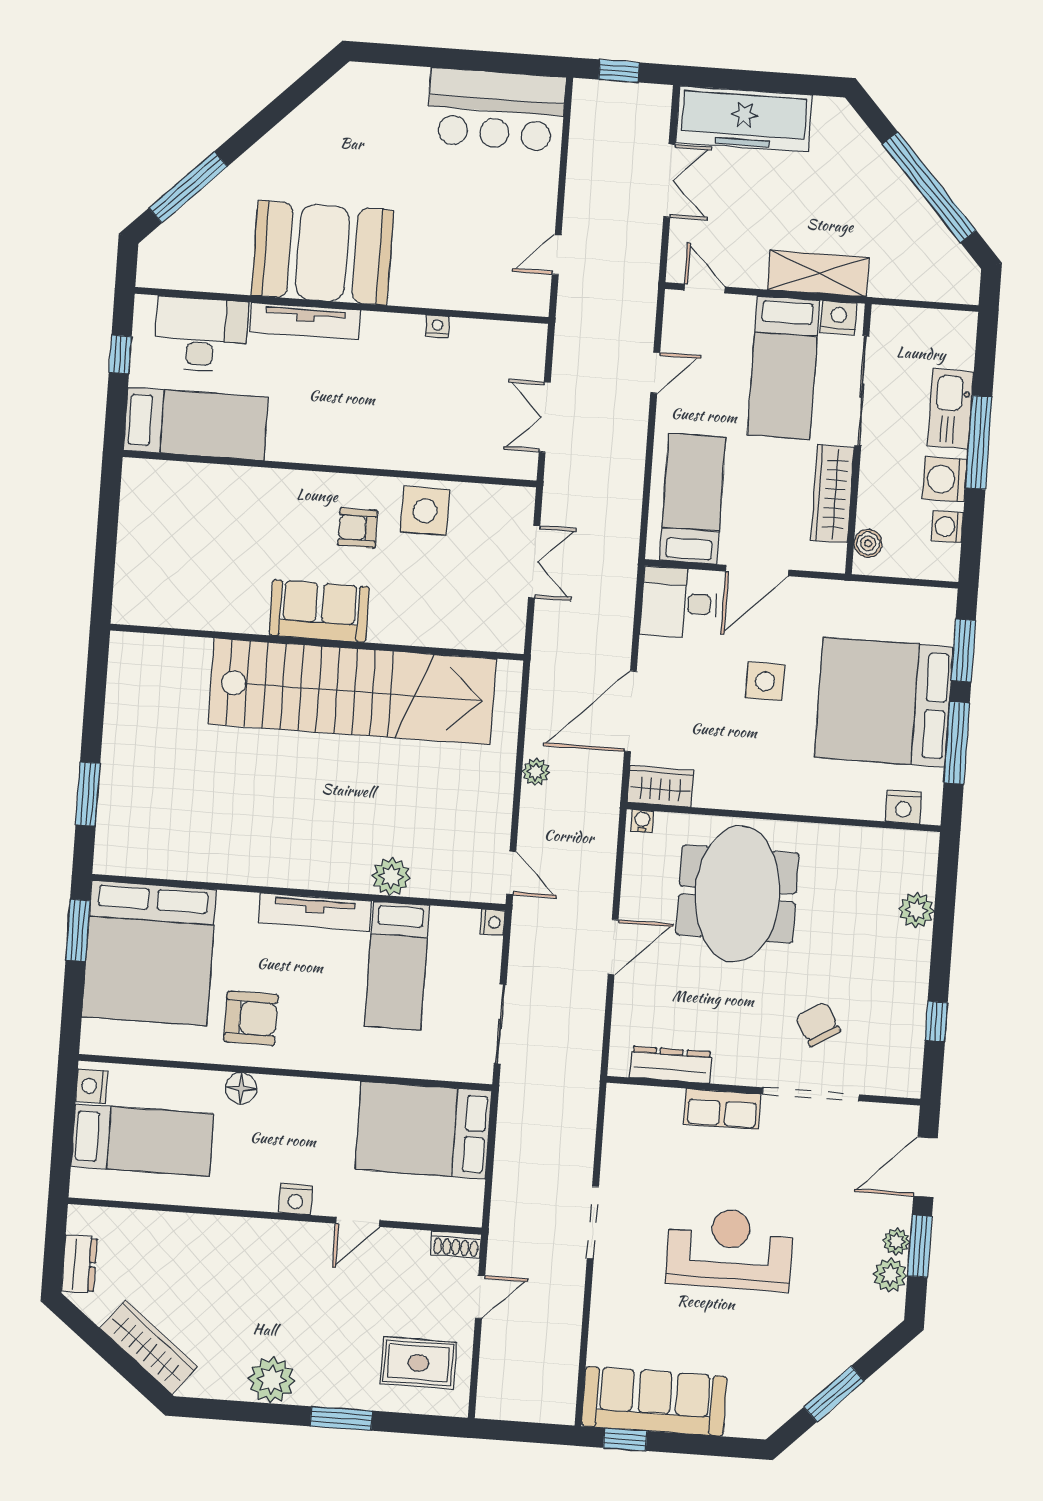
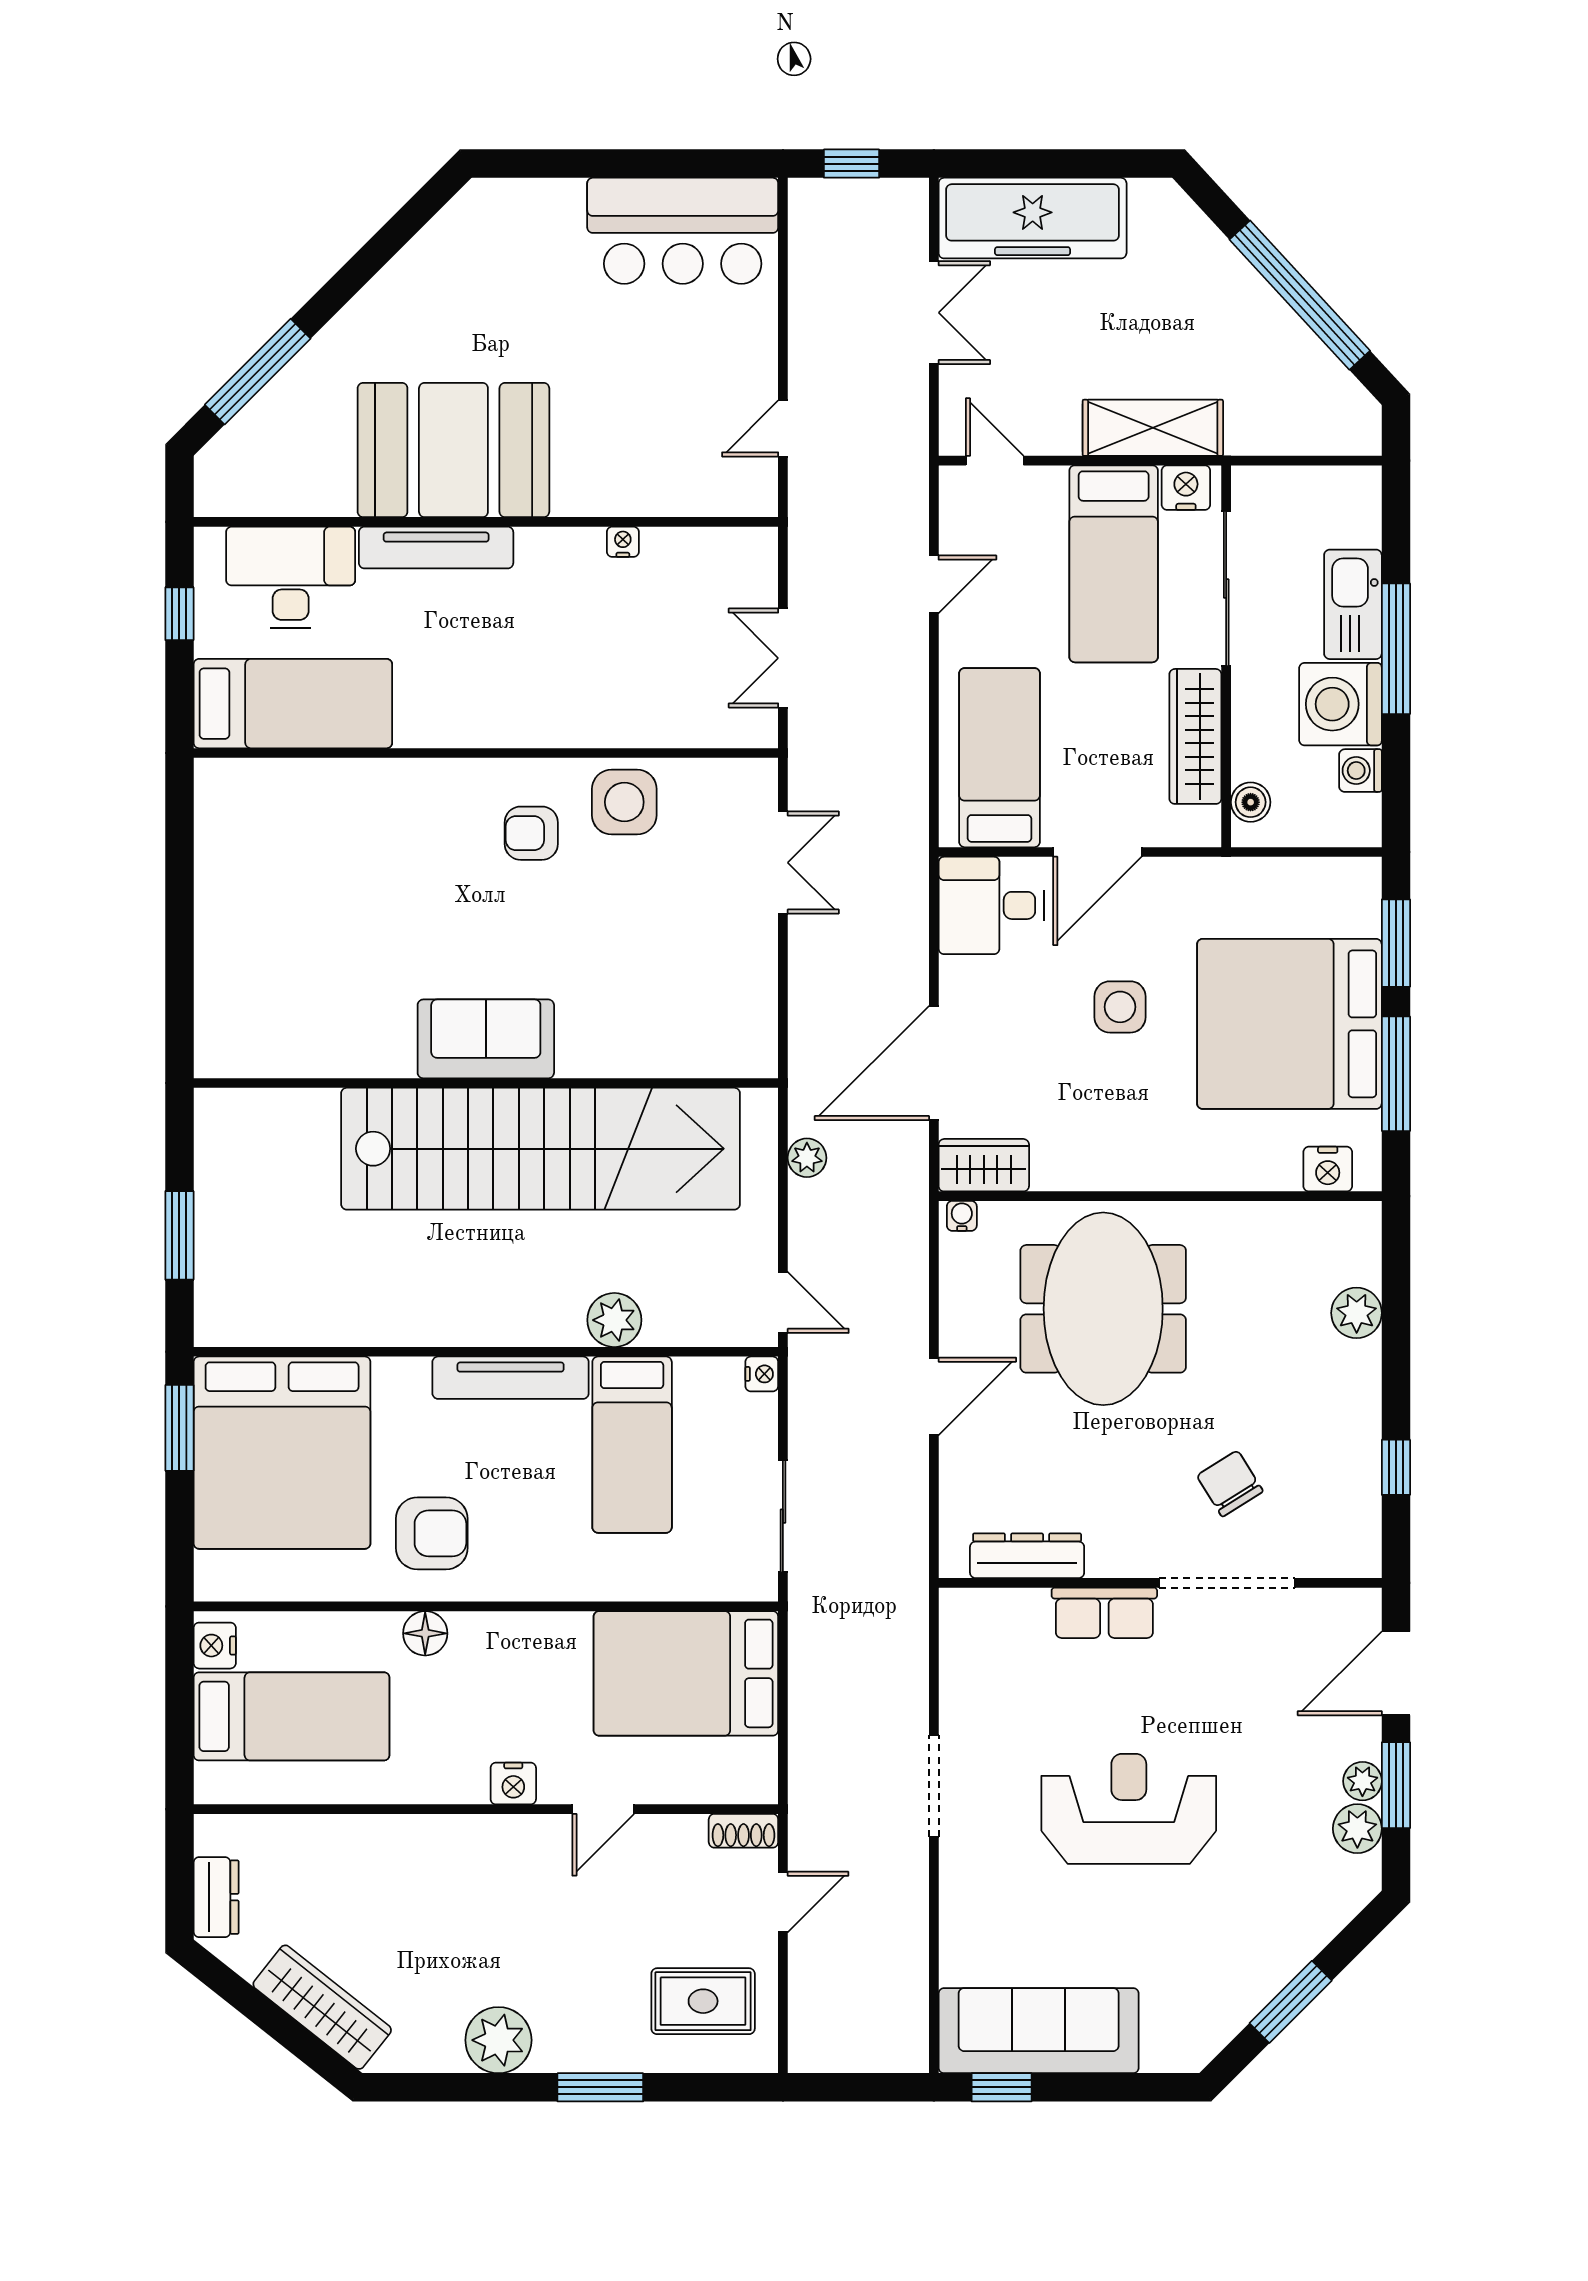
washing machine: (945, 479) -> (1340, 704), width x1.37, depth x1.37
sofa: (319, 611) -> (486, 1039), moved
wall: (317, 642) -> (486, 1083), moved
stairs: (352, 691) -> (541, 1149), moved

